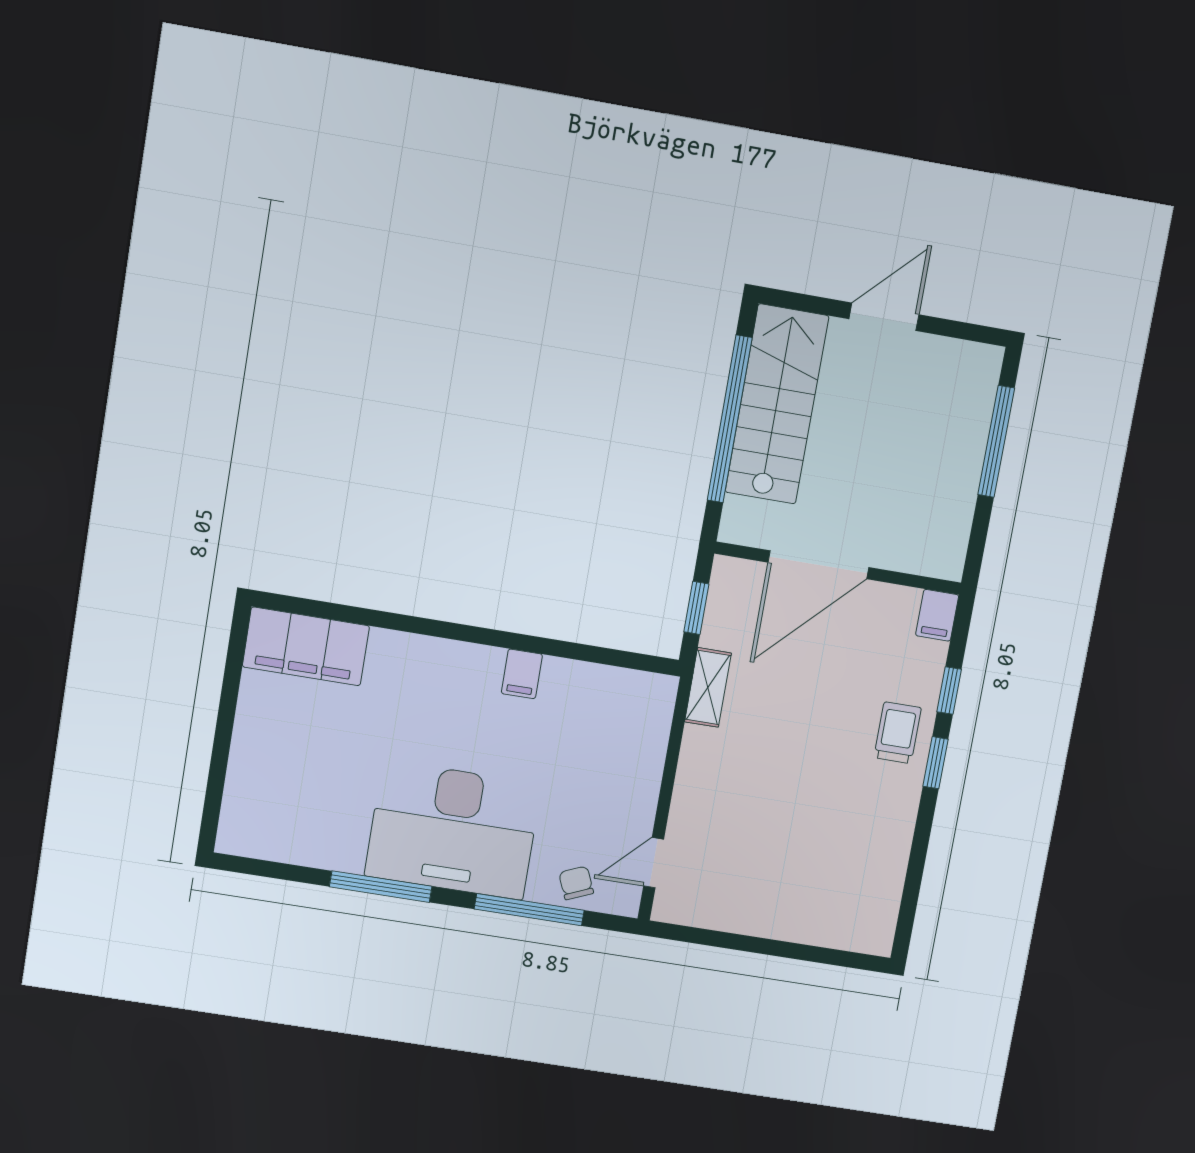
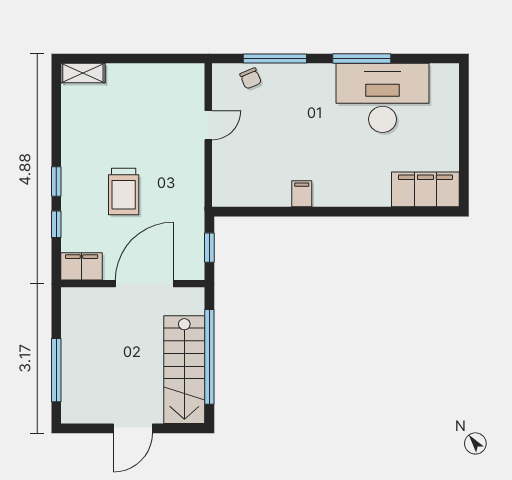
filing cabinet: (937, 615) -> (82, 266), width x2.00
shelving: (708, 687) -> (83, 73), moved, turned 90
trolley: (898, 733) -> (124, 191), moved, width x1.36, depth x1.39
desk: (453, 830) -> (383, 98), moved
door: (654, 863) -> (208, 125), moved

